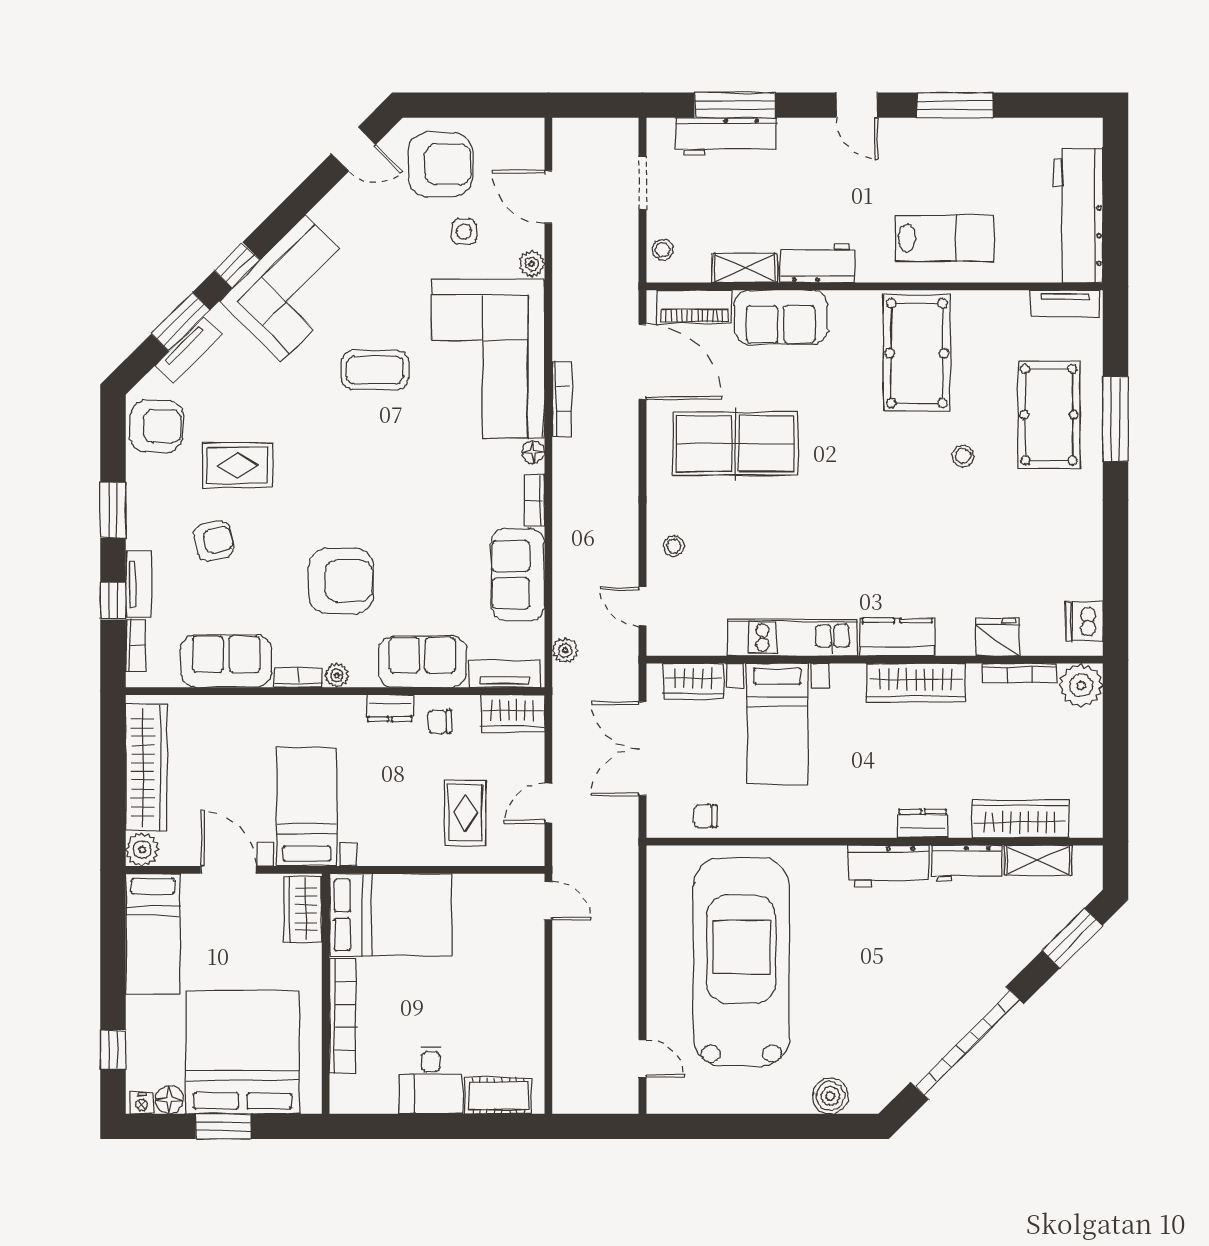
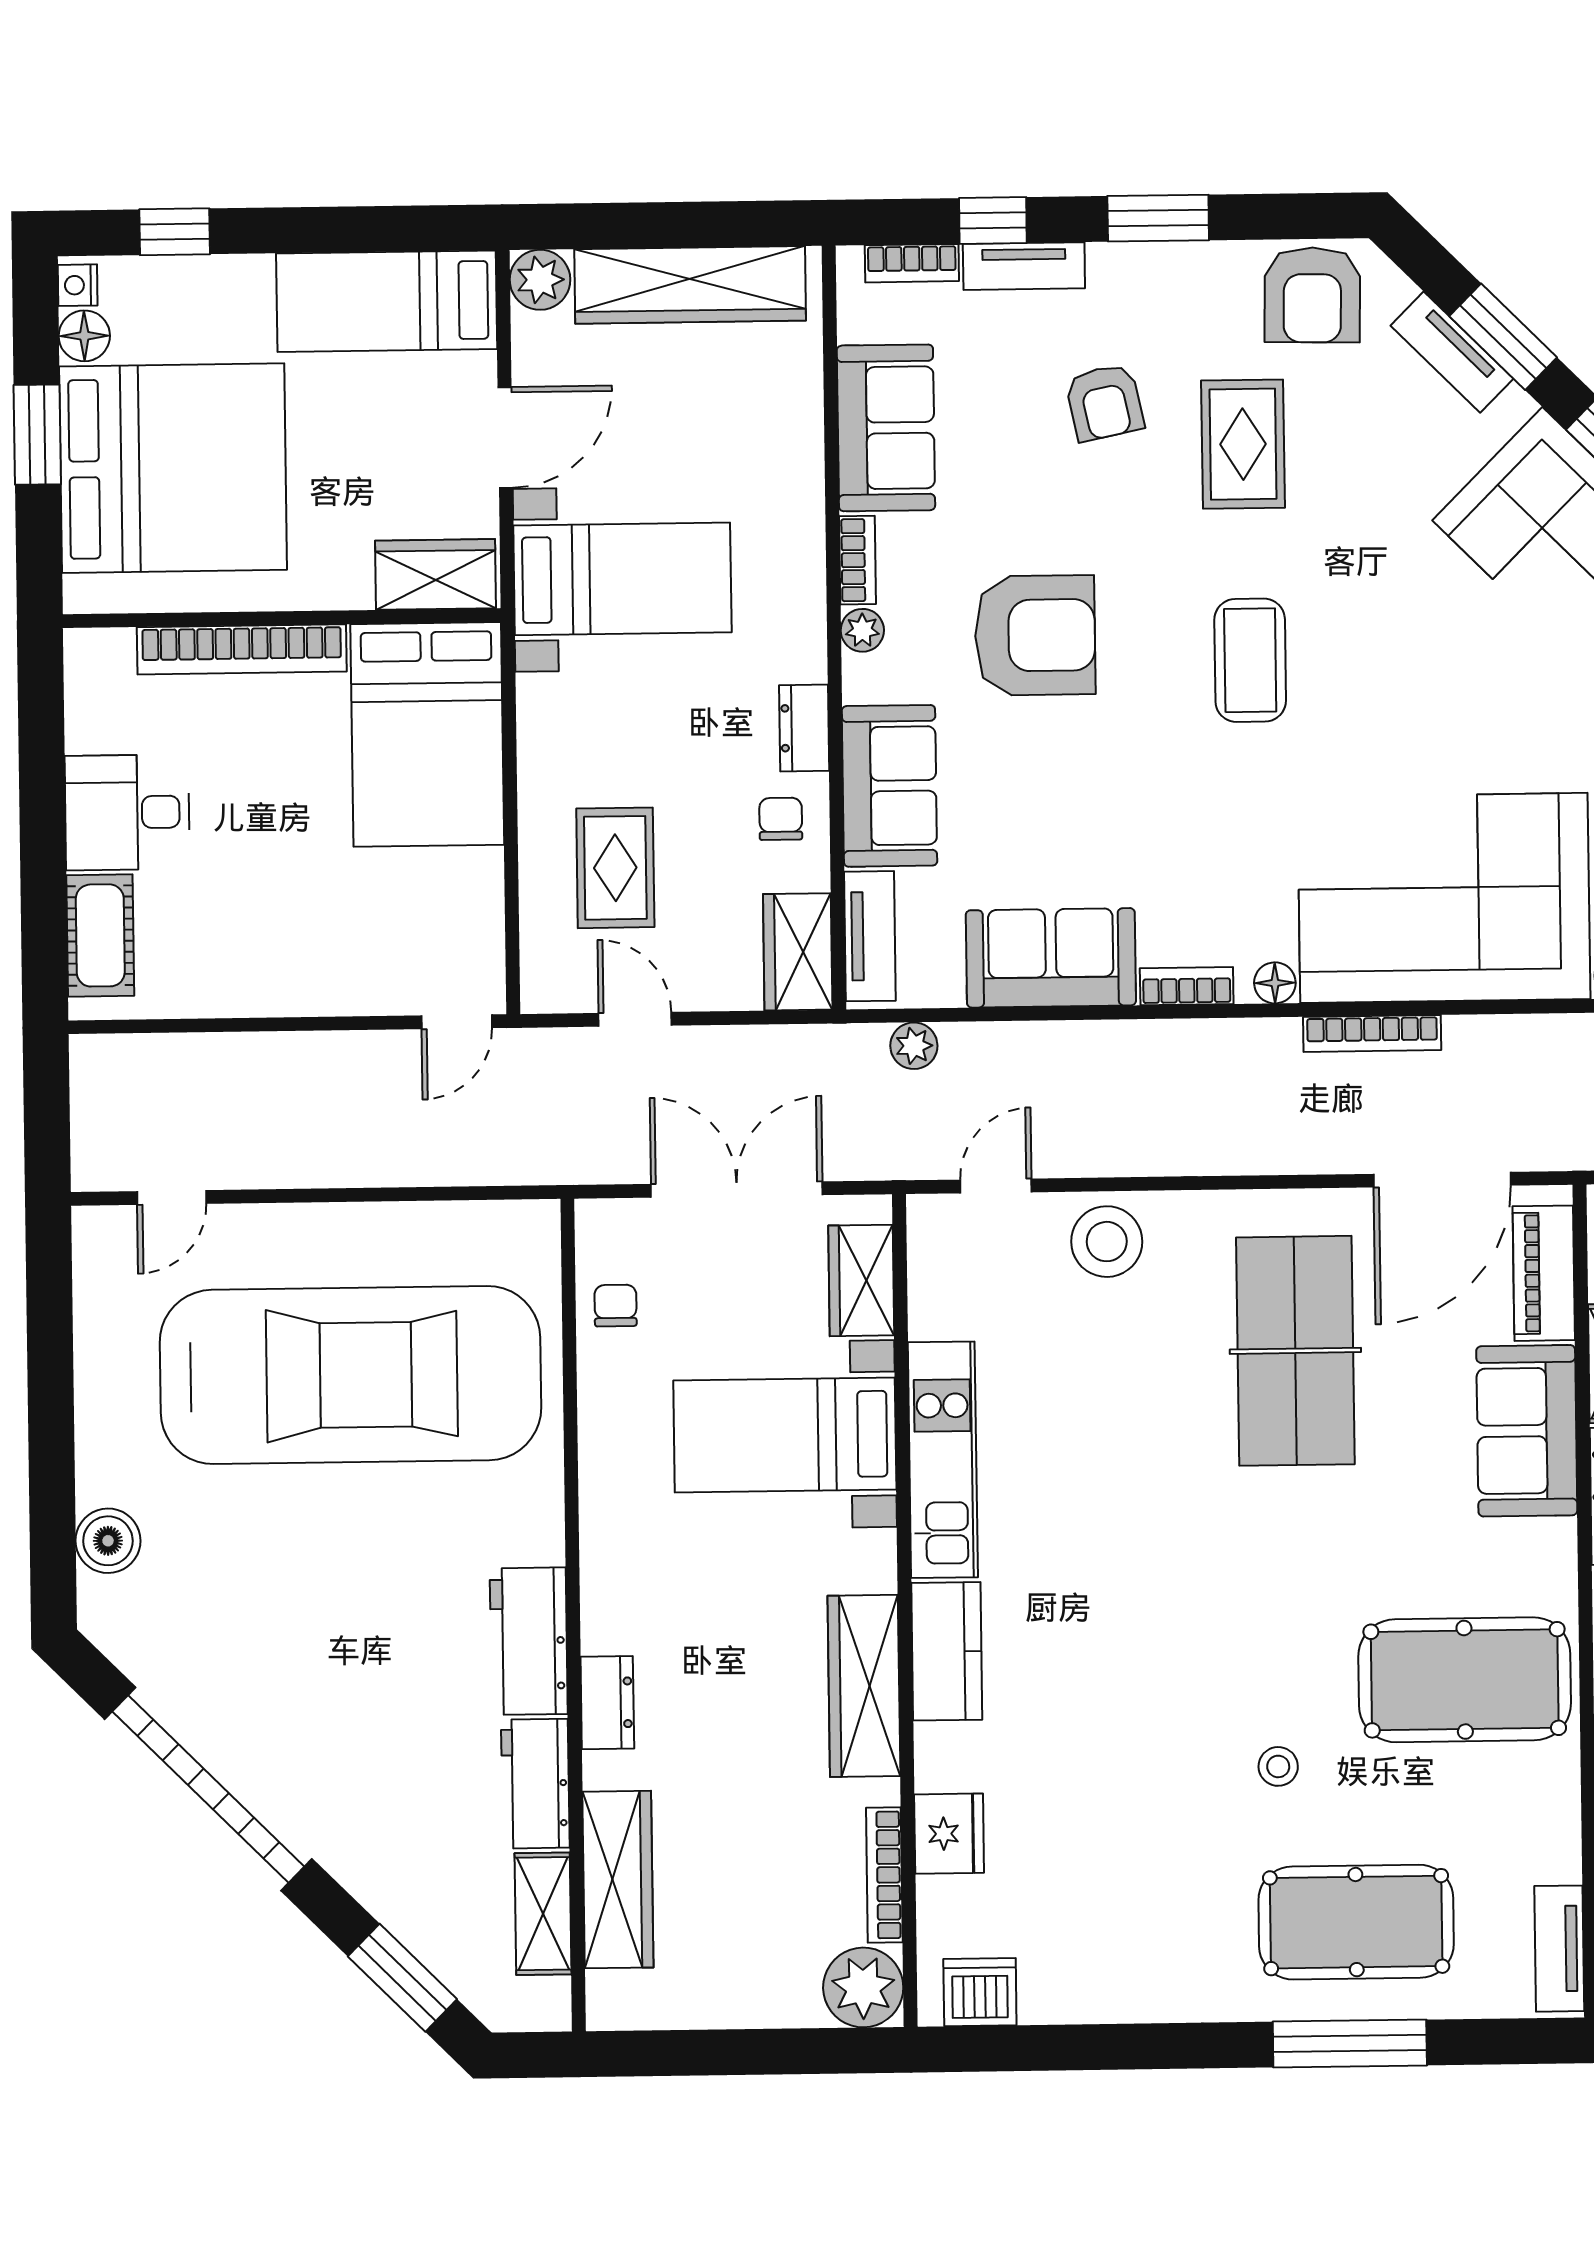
coffee table: (375, 370) -> (1250, 660), moved
stool: (674, 546) -> (1107, 1242), width x1.89, depth x1.89
armchair: (341, 581) -> (1035, 635), turned -90
rug: (465, 813) -> (615, 868), turned 90

